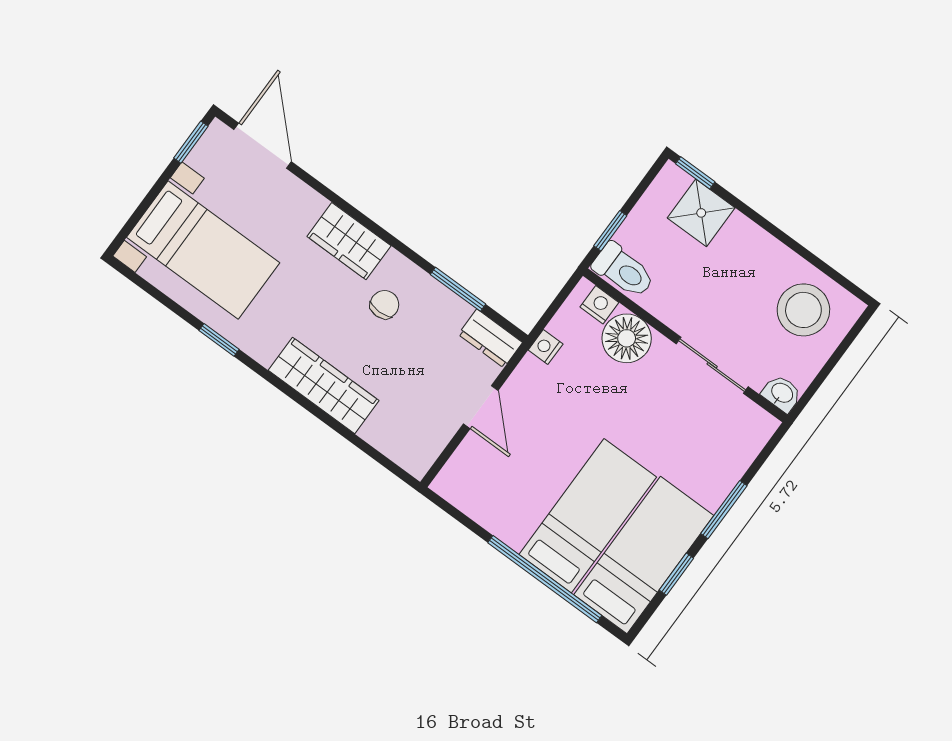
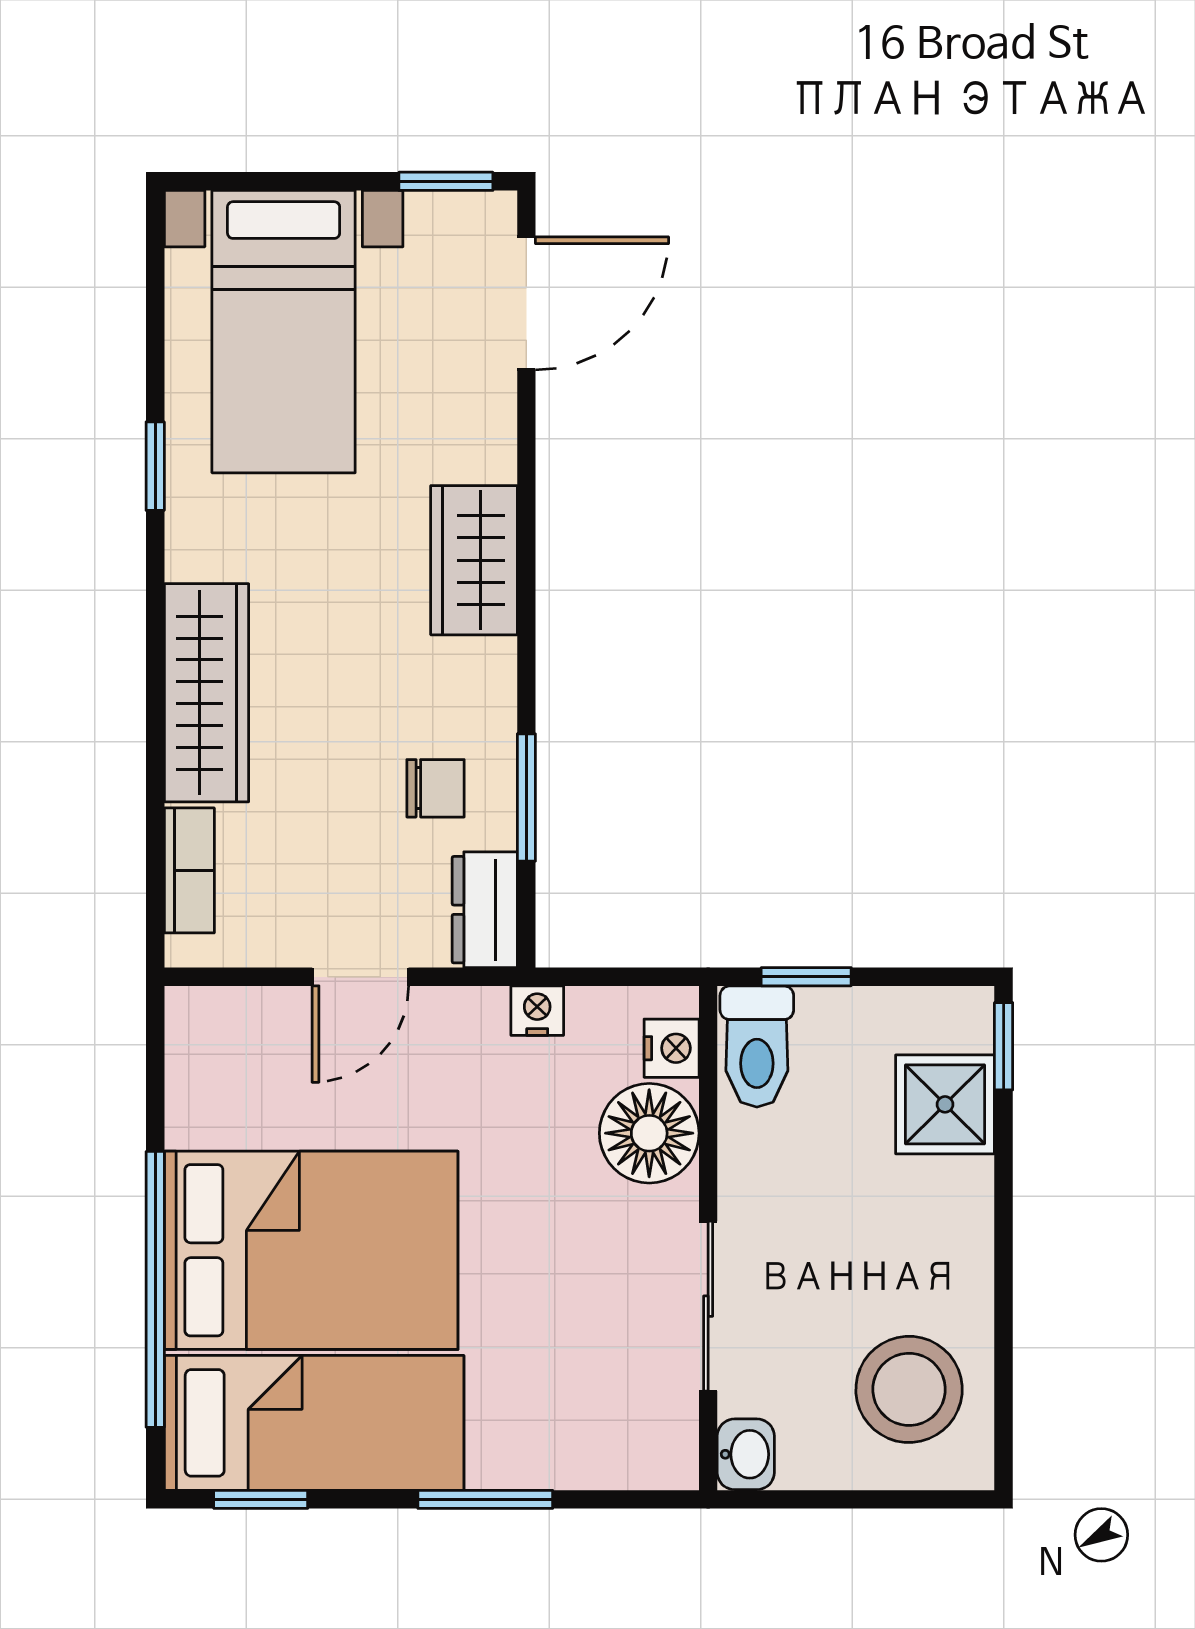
chair: (385, 305) -> (436, 788), moved
bookcase: (389, 444) -> (189, 870), added
bed: (588, 516) -> (311, 1250), width x1.50
window: (676, 574) -> (261, 1499), moved

